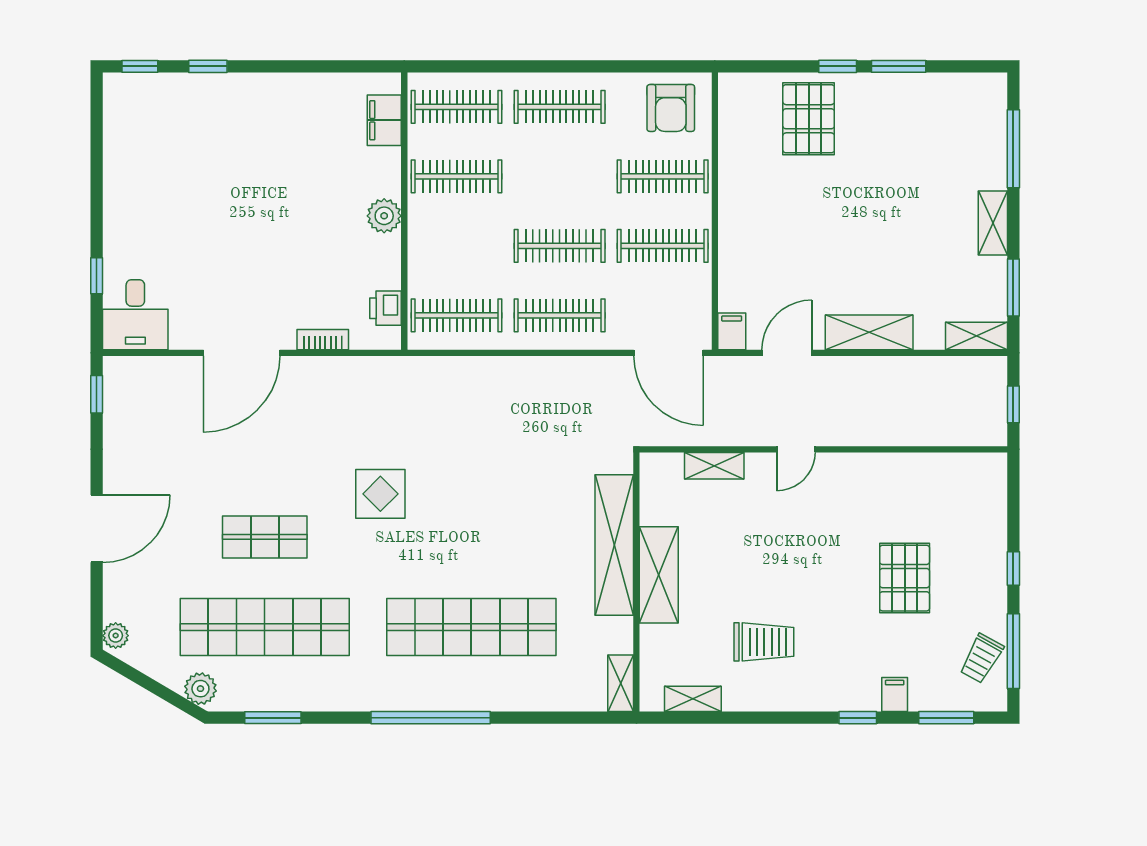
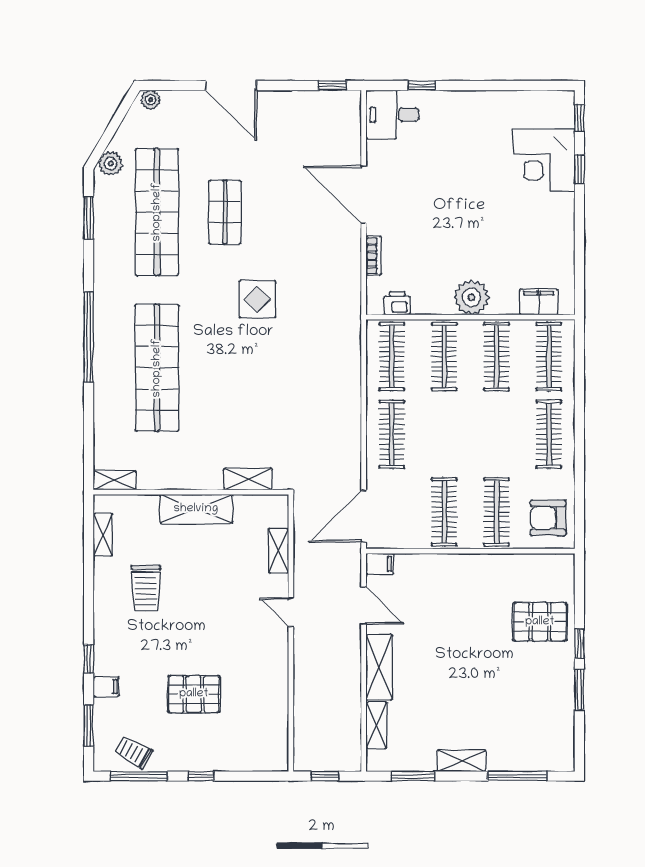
corner desk: (196, 114) -> (544, 160), added
plant: (384, 216) -> (472, 297), width x1.36, depth x1.36
clothes rail: (560, 246) -> (444, 357), moved
shelving: (976, 336) -> (376, 725), moved
shelving: (614, 545) -> (248, 479), width x0.45, depth x0.75

